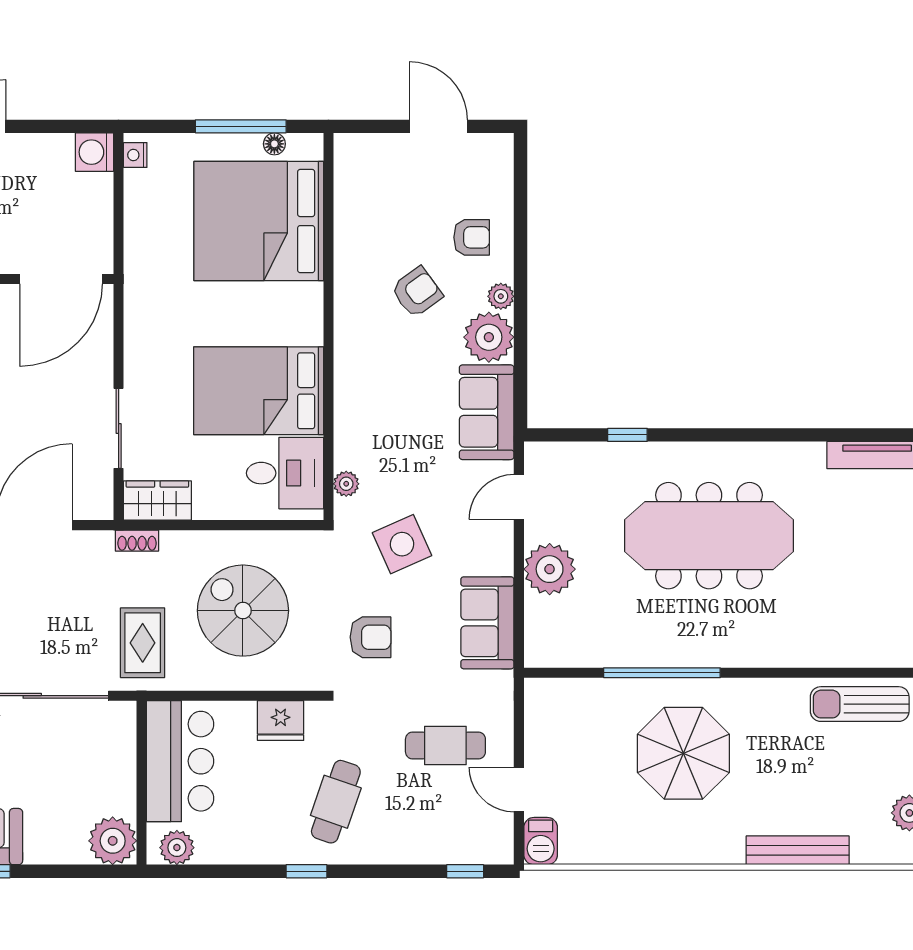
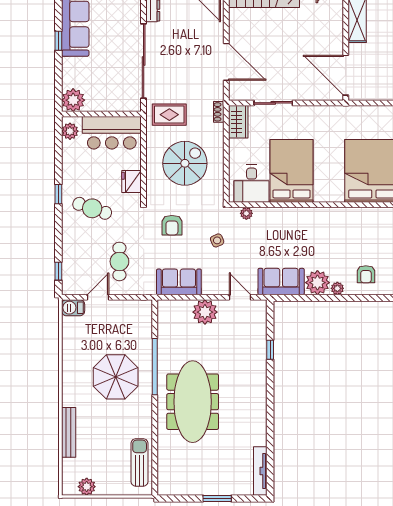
armchair: (417, 292) -> (339, 248), removed
meeting table: (709, 536) -> (193, 402), moved
side table: (402, 544) -> (217, 240), width x0.54, depth x0.54

